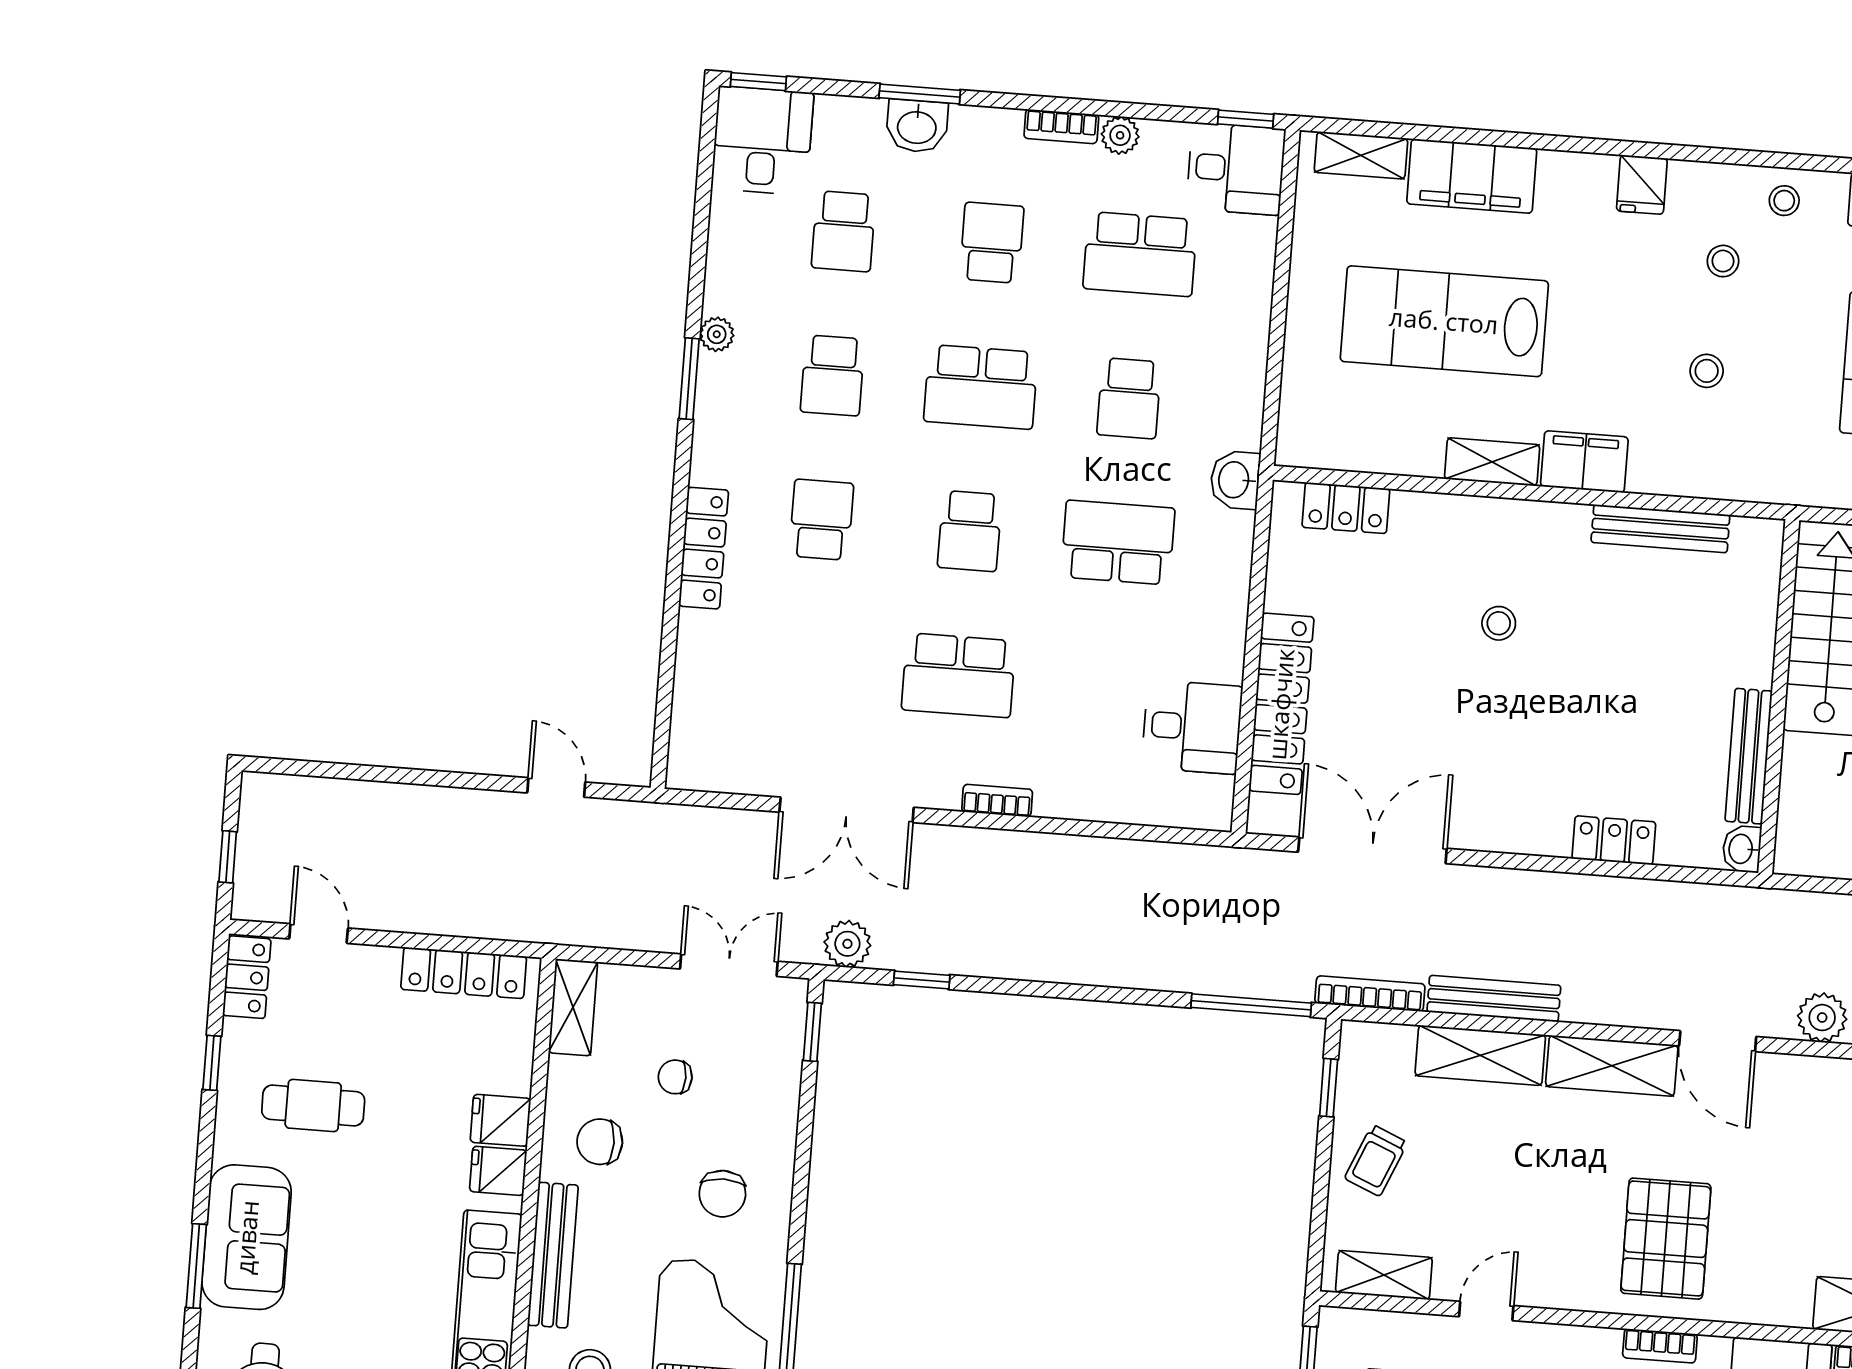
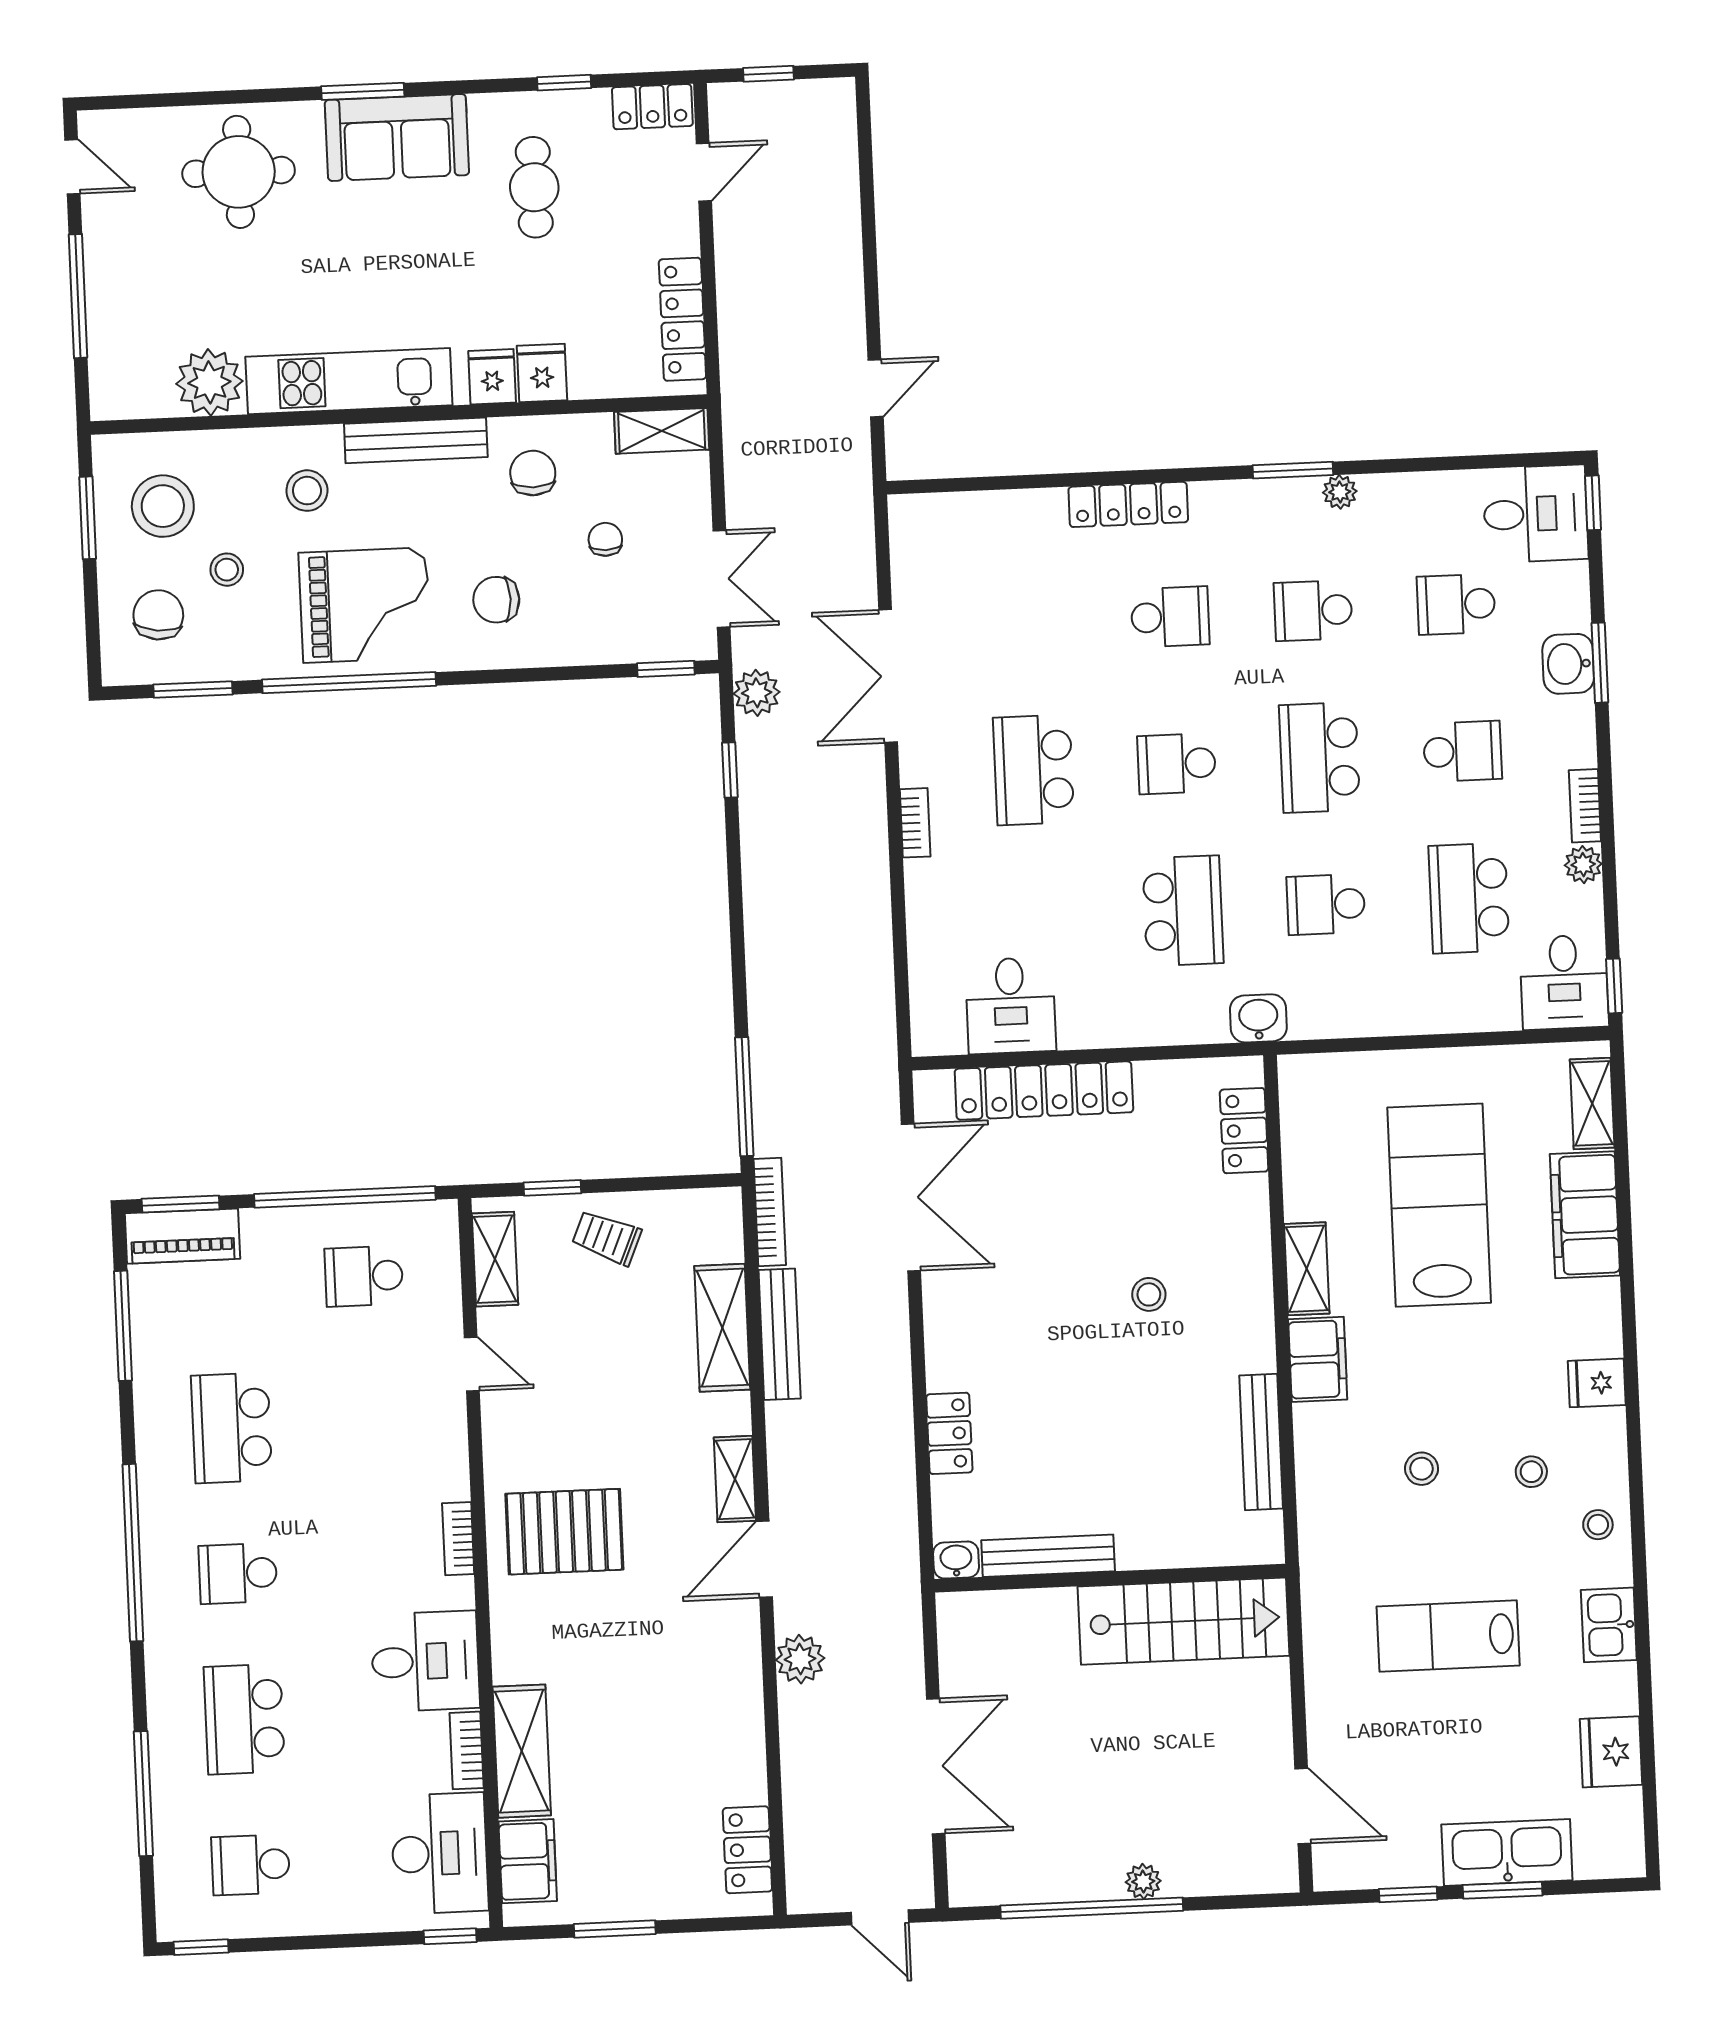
shelving: (1612, 1066) -> (735, 1479), width x0.67, depth x0.75
window: (1329, 1088) -> (552, 1188), moved

